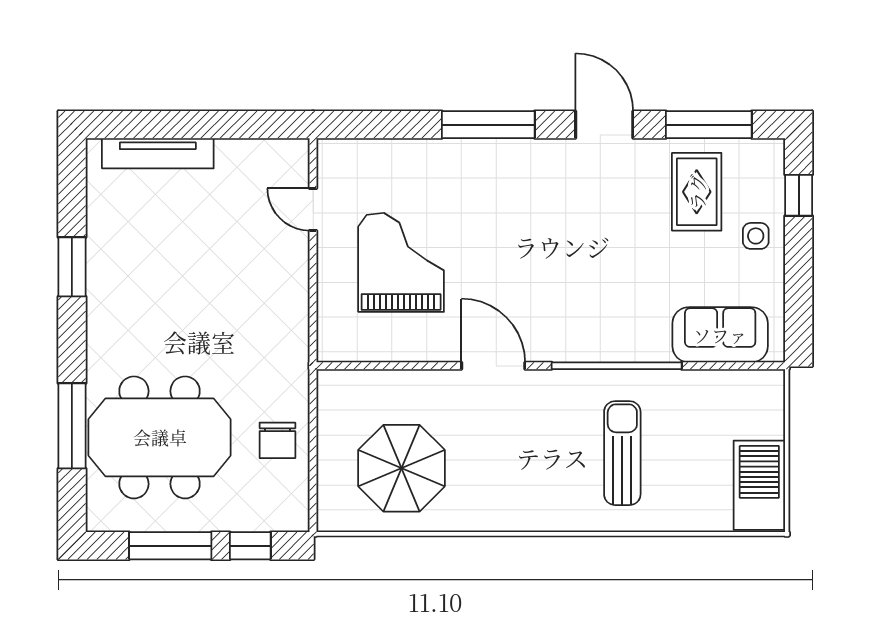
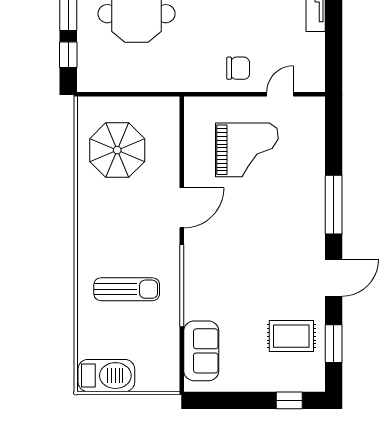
window: (709, 125) -> (334, 344), width x0.69
side table: (756, 236) -> (264, 373), removed
chair: (277, 440) -> (238, 68), moved, turned 180

